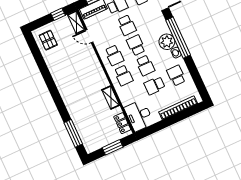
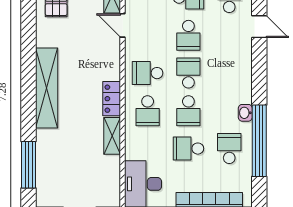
window: (178, 38) -> (259, 141), moved
plant: (167, 42) -> (239, 90), removed
school desk: (114, 55) -> (148, 73), turned 90
shelving: (64, 88) -> (47, 88), added
locker: (122, 123) -> (112, 99), moved

